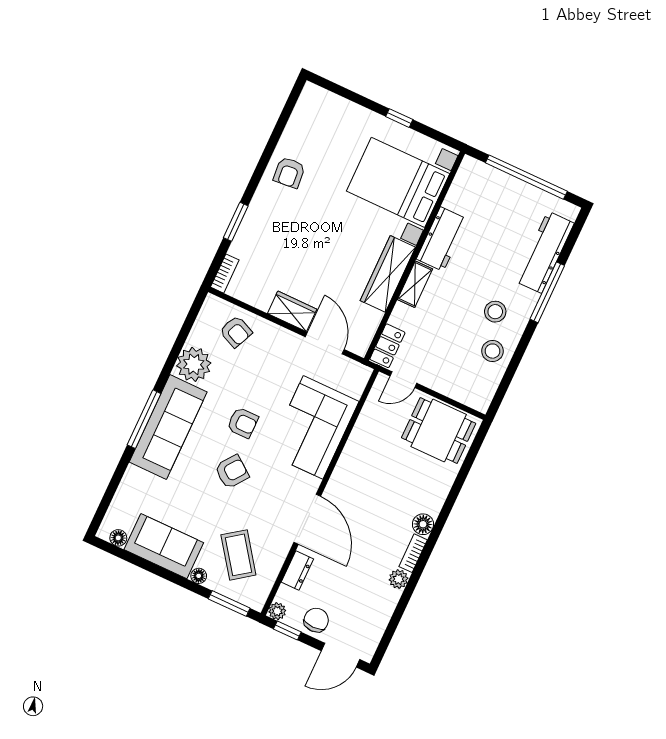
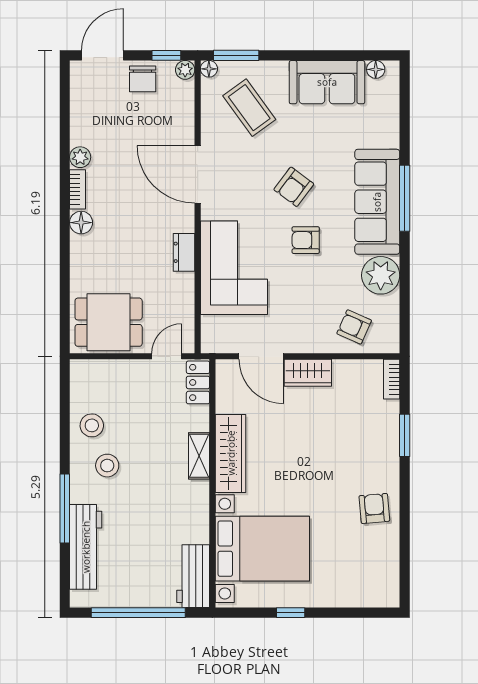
workbench: (442, 239) -> (193, 576), moved
dresser: (297, 570) -> (184, 252), moved
floor lamp: (199, 576) -> (209, 69), moved

